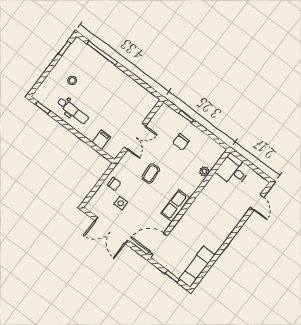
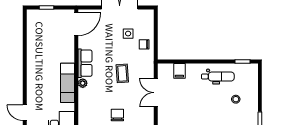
dental chair: (73, 111) -> (218, 77), turned 180
plant: (204, 171) -> (83, 83), moved
exam couch: (197, 267) -> (67, 83), moved, turned 180

